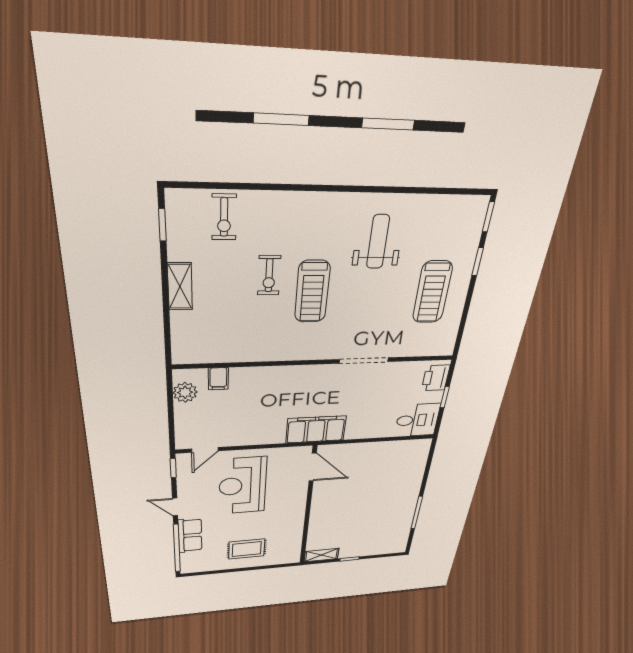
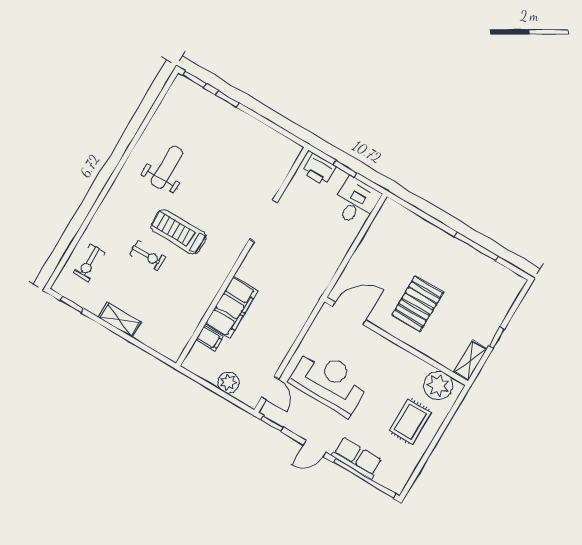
exercise bike: (224, 217) -> (89, 263), turned 90
weight bench: (378, 242) -> (167, 167), turned 90
treadmill: (312, 292) -> (178, 232), turned 180
treadmill: (432, 292) -> (233, 143), removed
plant: (185, 392) -> (228, 383), moved
filing cabinet: (316, 429) -> (232, 307), moved, turned 180
reception desk: (243, 486) -> (330, 381), turned 180
pallet: (349, 504) -> (418, 304), added
plant: (289, 549) -> (438, 386), added

